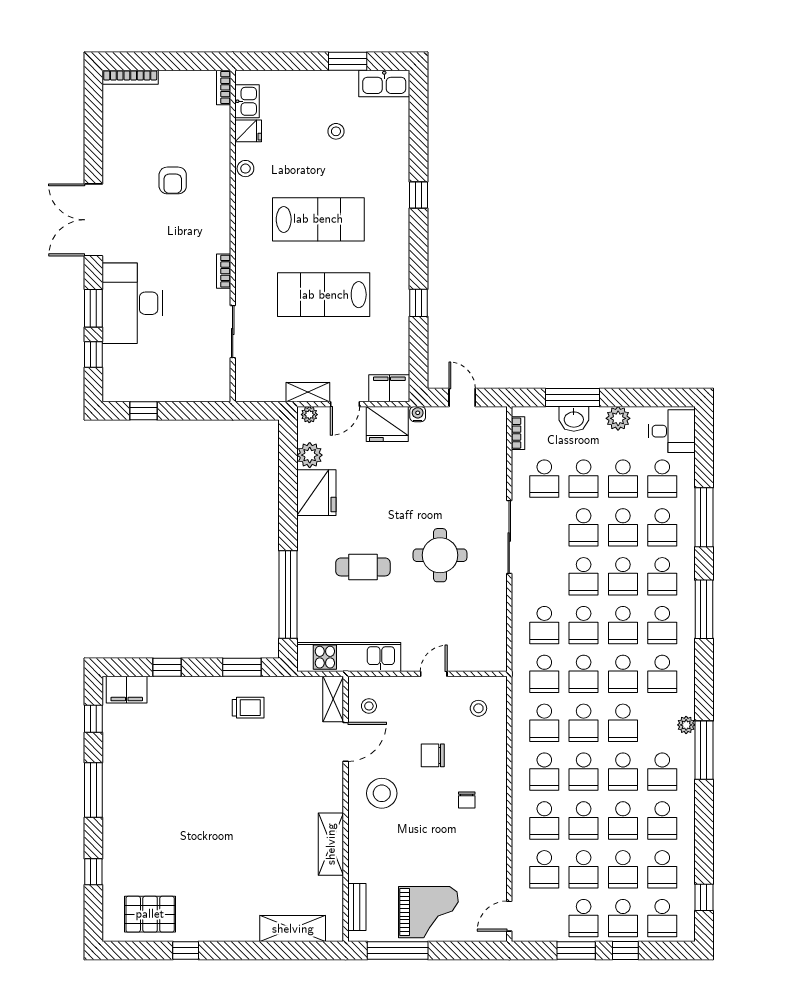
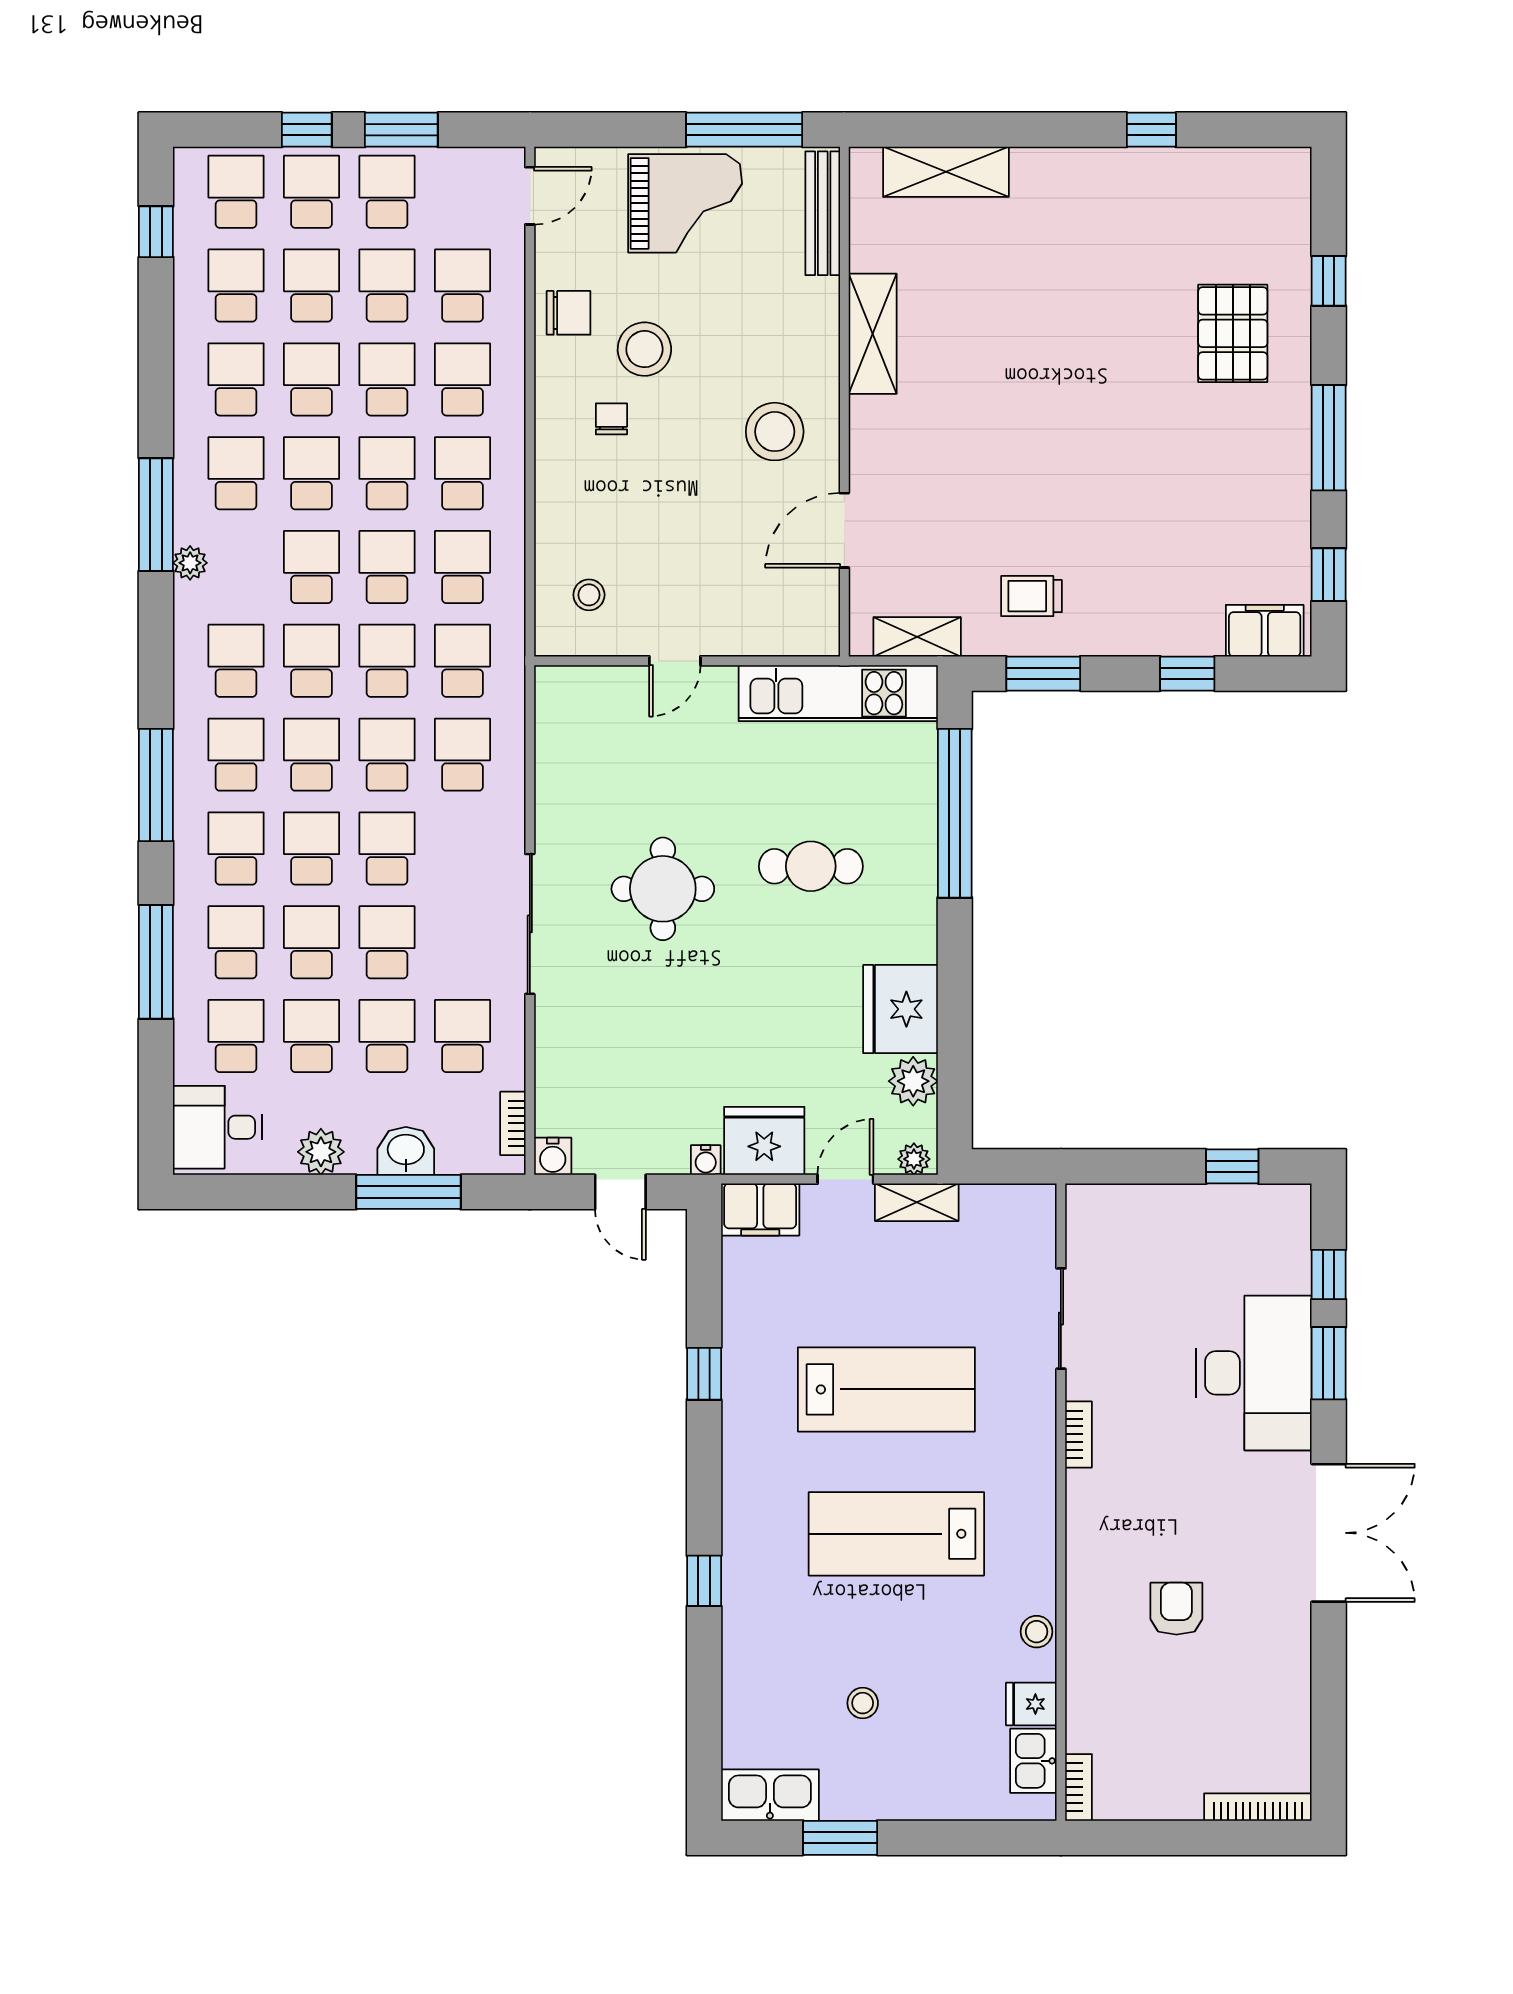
water cooler: (497, 416) -> (553, 1156), added
shelving: (333, 699) -> (917, 637), moved, turned 90
stool: (369, 706) -> (644, 349), moved, width x1.89, depth x1.89
chair: (433, 755) -> (569, 313), moved
bench: (357, 907) -> (823, 213), width x1.36
grand piano: (428, 912) -> (685, 203), turned 180
pallet: (150, 914) -> (1233, 333), moved, turned 90

